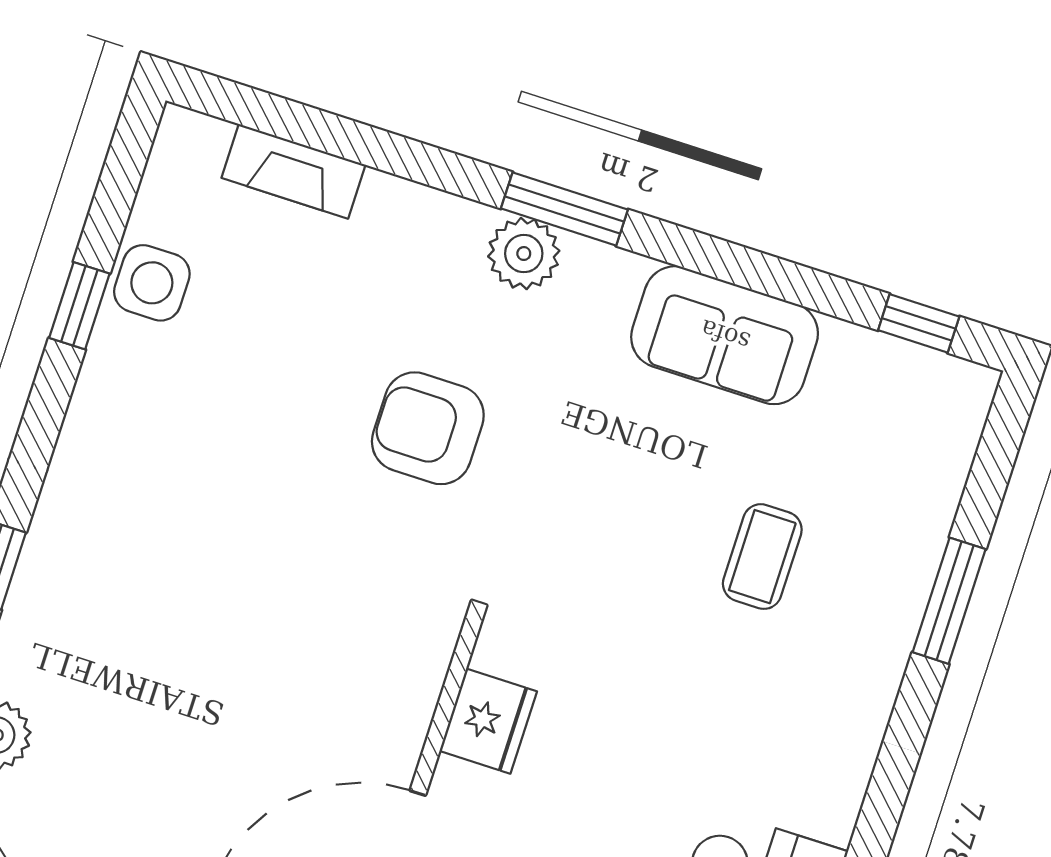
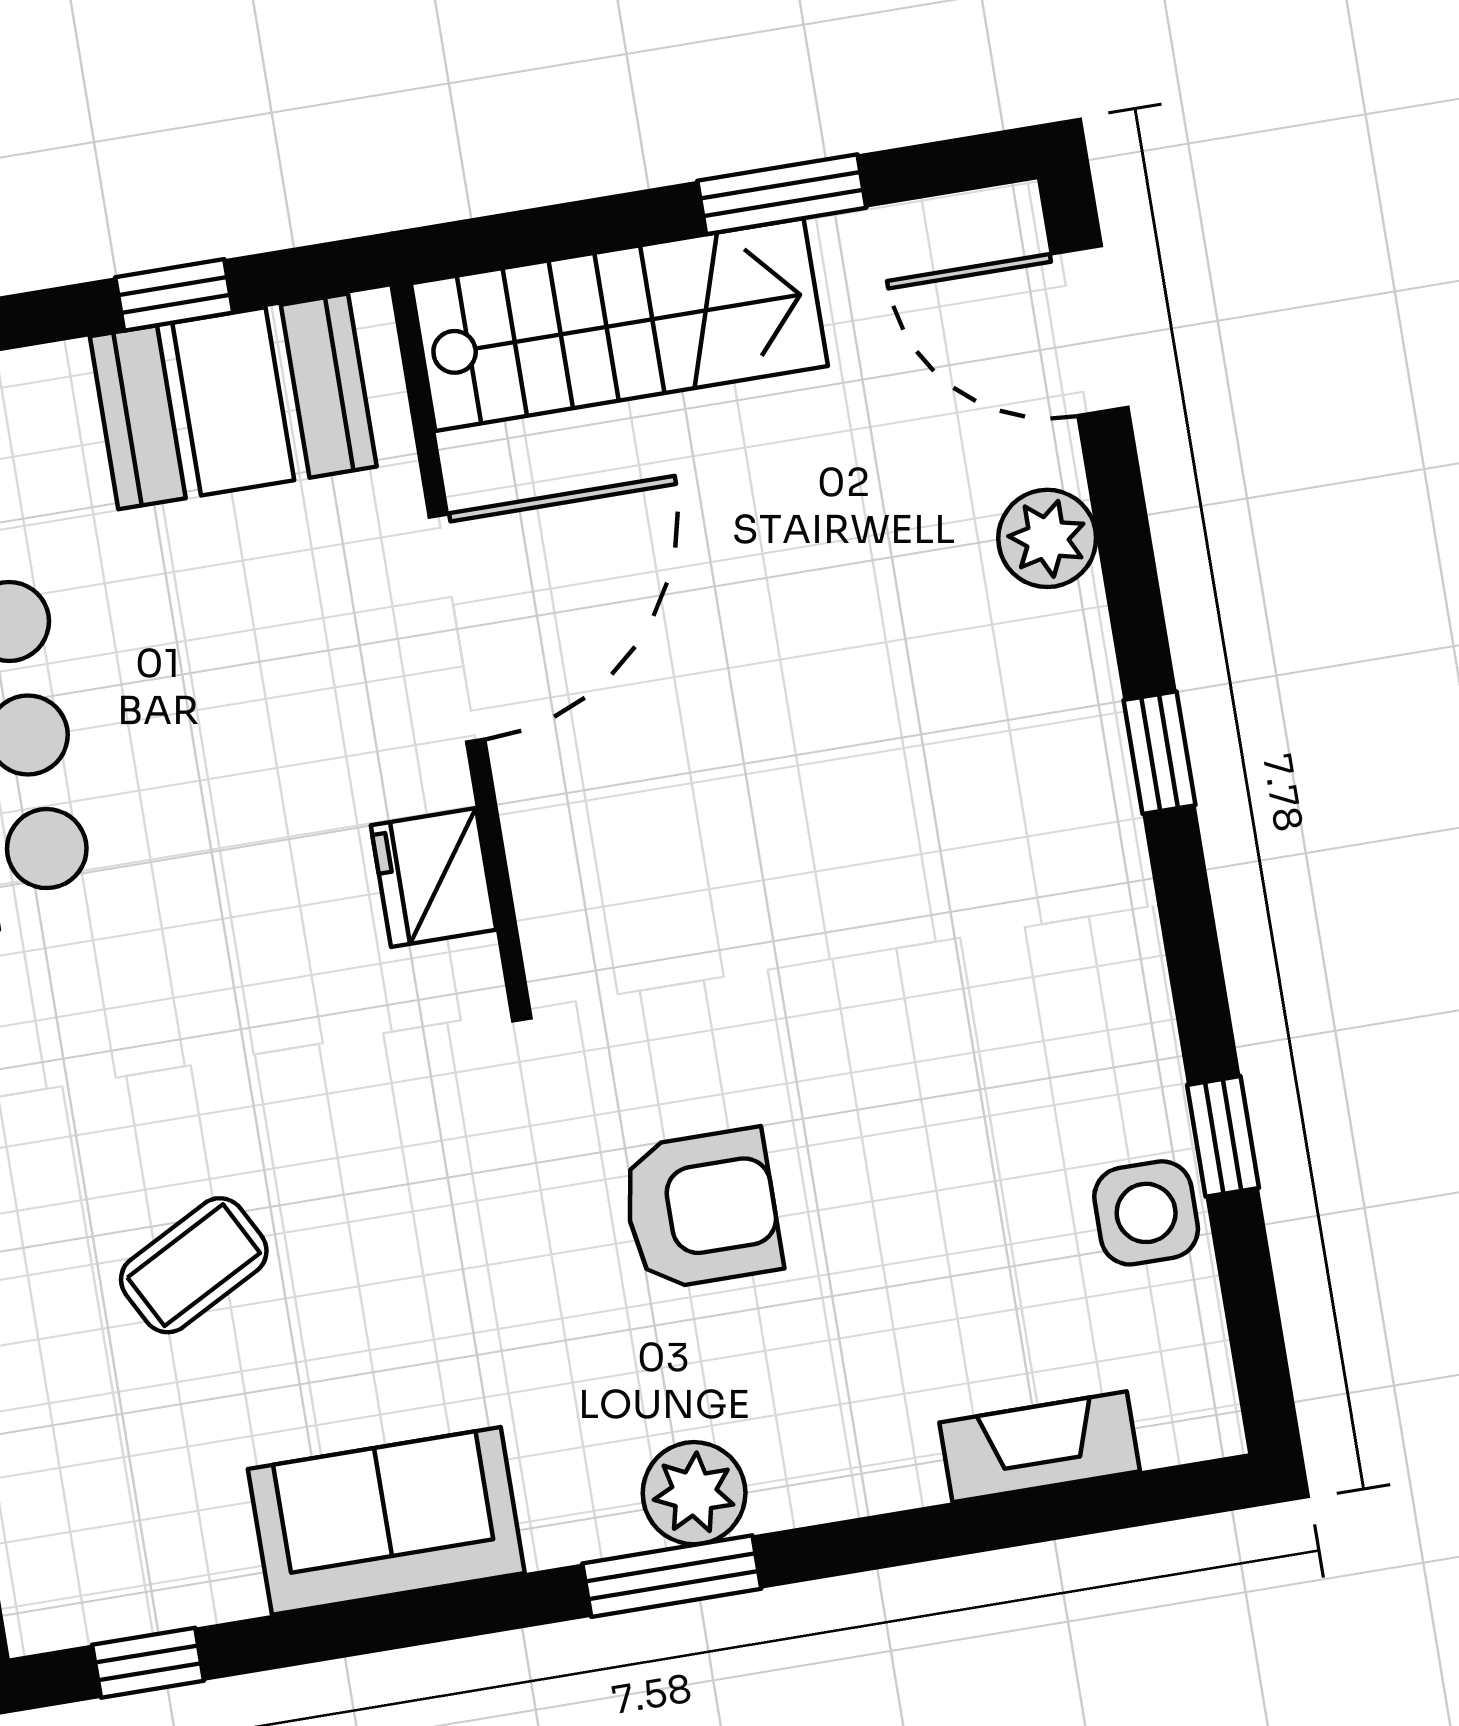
coffee table: (762, 557) -> (194, 1265), turned 62

